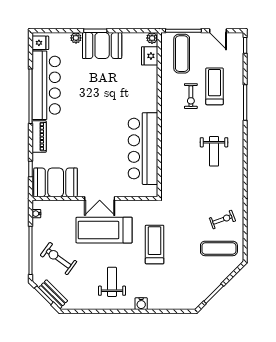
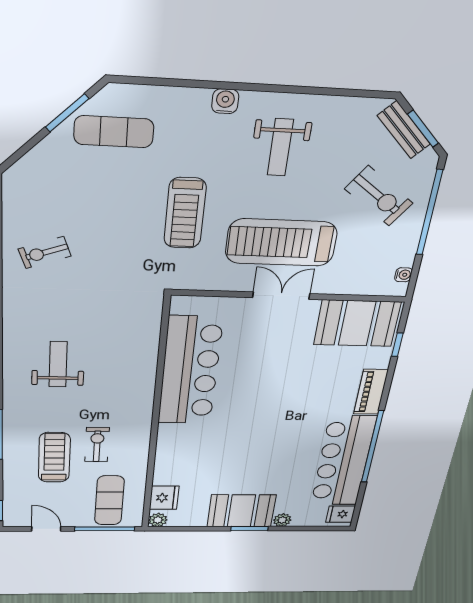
treadmill: (215, 86) -> (54, 457), turned 180
treadmill: (104, 230) -> (281, 243), turned 180
exercise mat: (219, 248) -> (114, 132), moved

